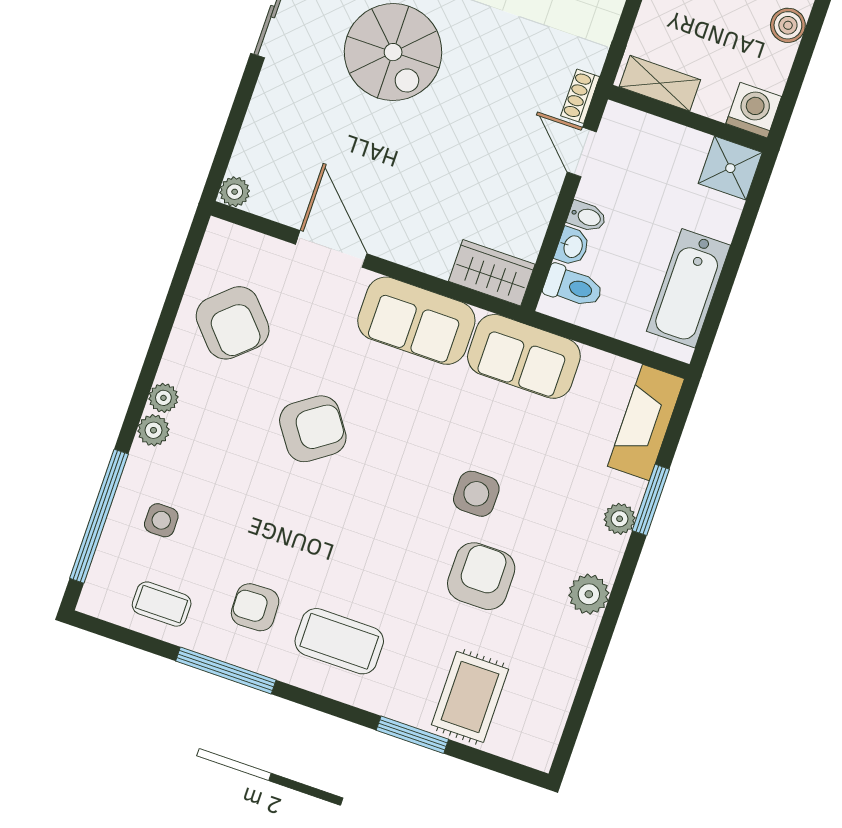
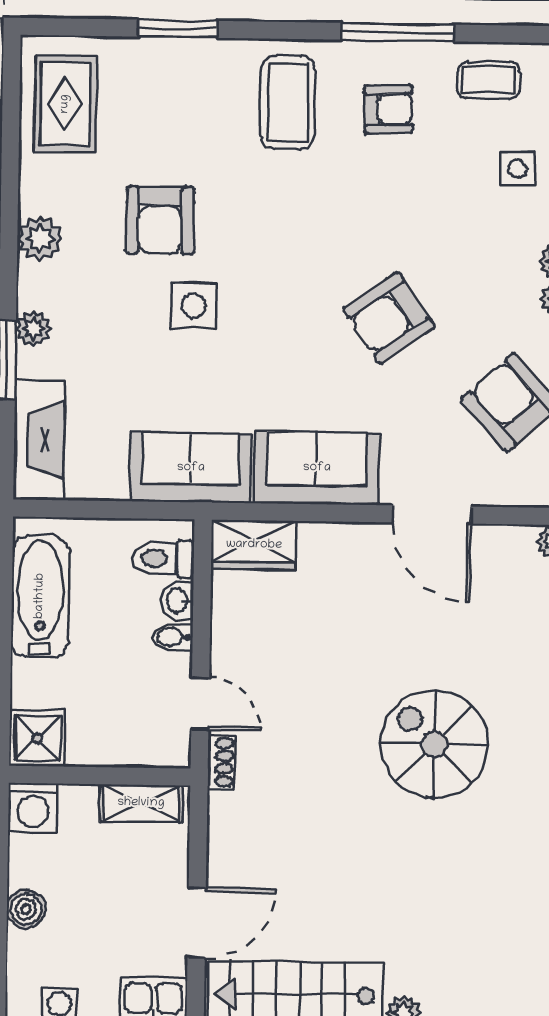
coffee table: (339, 641) -> (288, 102), turned 90
rug: (470, 697) -> (65, 104), moved

